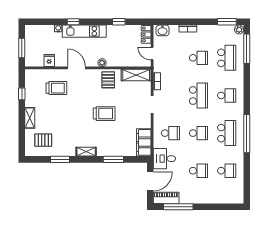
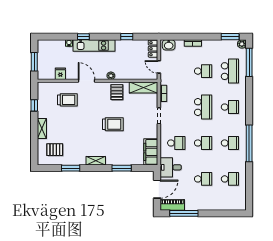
school desk: (227, 133) -> (230, 143), width x0.54

